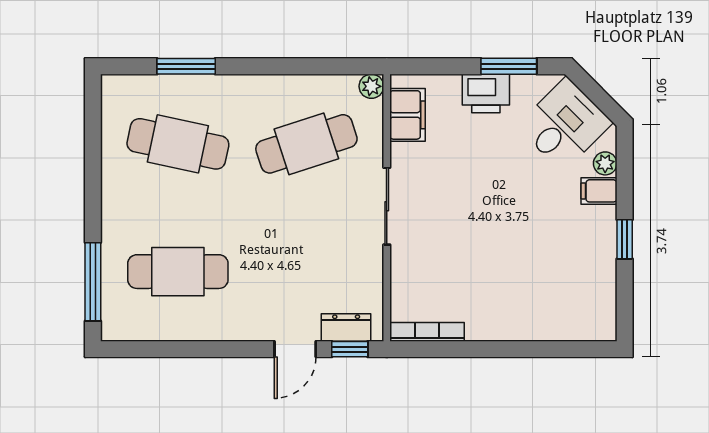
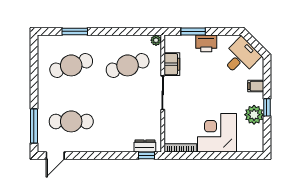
window: (509, 66) -> (193, 31), moved
filing cabinet: (407, 115) -> (172, 64), moved
cafe table: (178, 144) -> (71, 65), turned -30
plant: (605, 163) -> (254, 115), moved, width x1.88, depth x1.88
corner desk: (511, 297) -> (217, 133), added
door: (295, 349) -> (55, 155), moved

